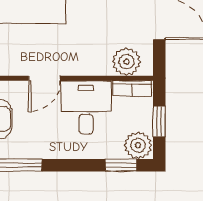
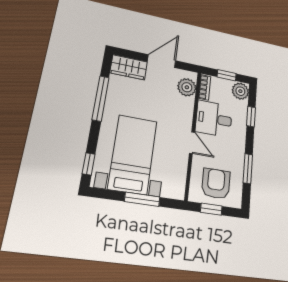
window: (121, 165) -> (251, 116), moved

